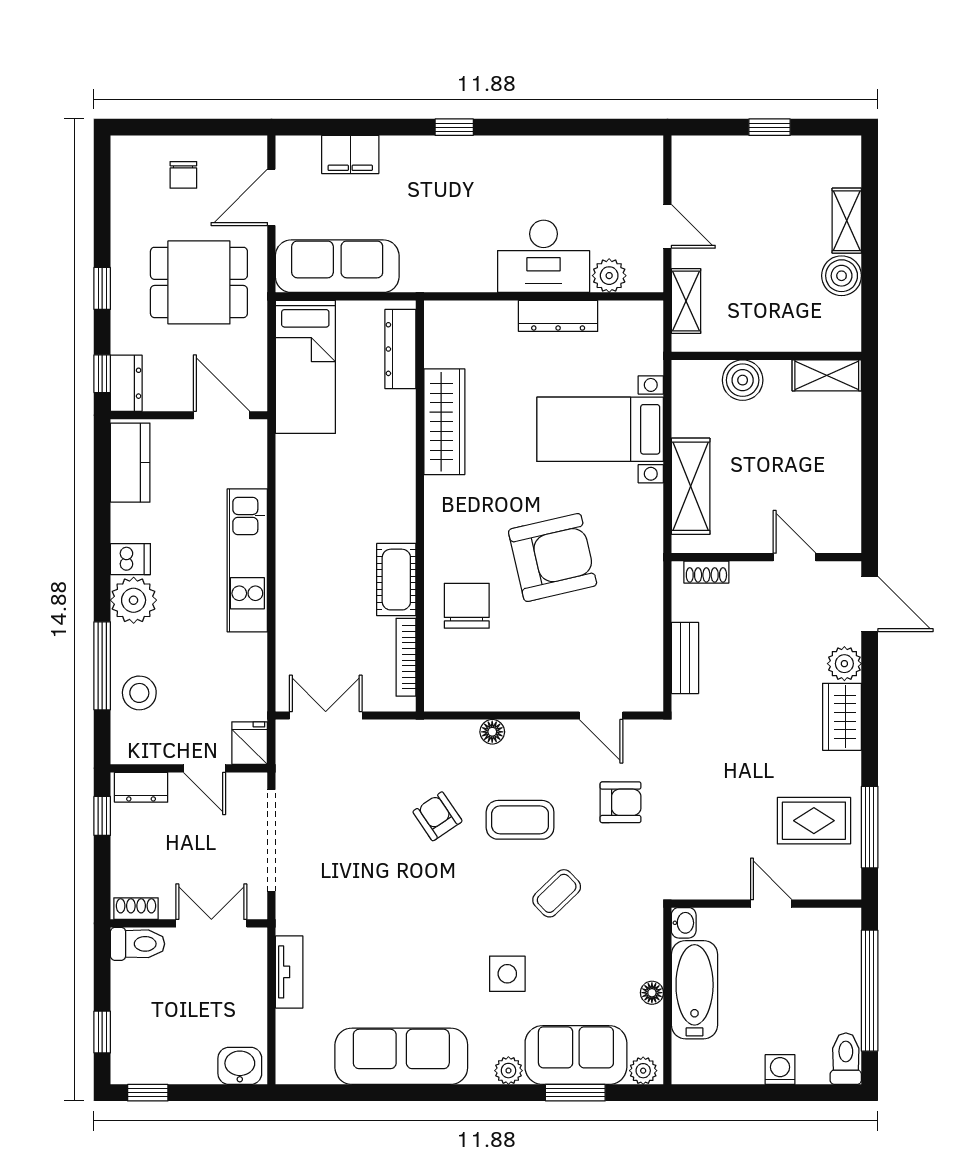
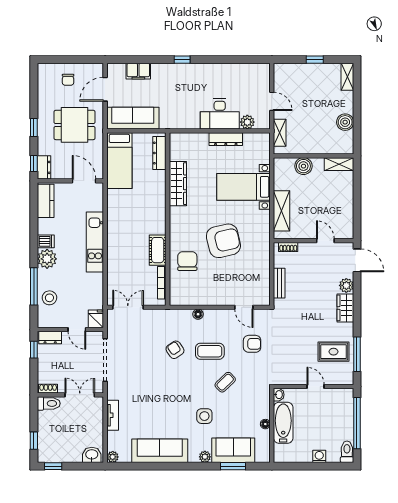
shelving: (847, 221) -> (347, 77), moved
plant: (643, 1071) -> (113, 457), moved

